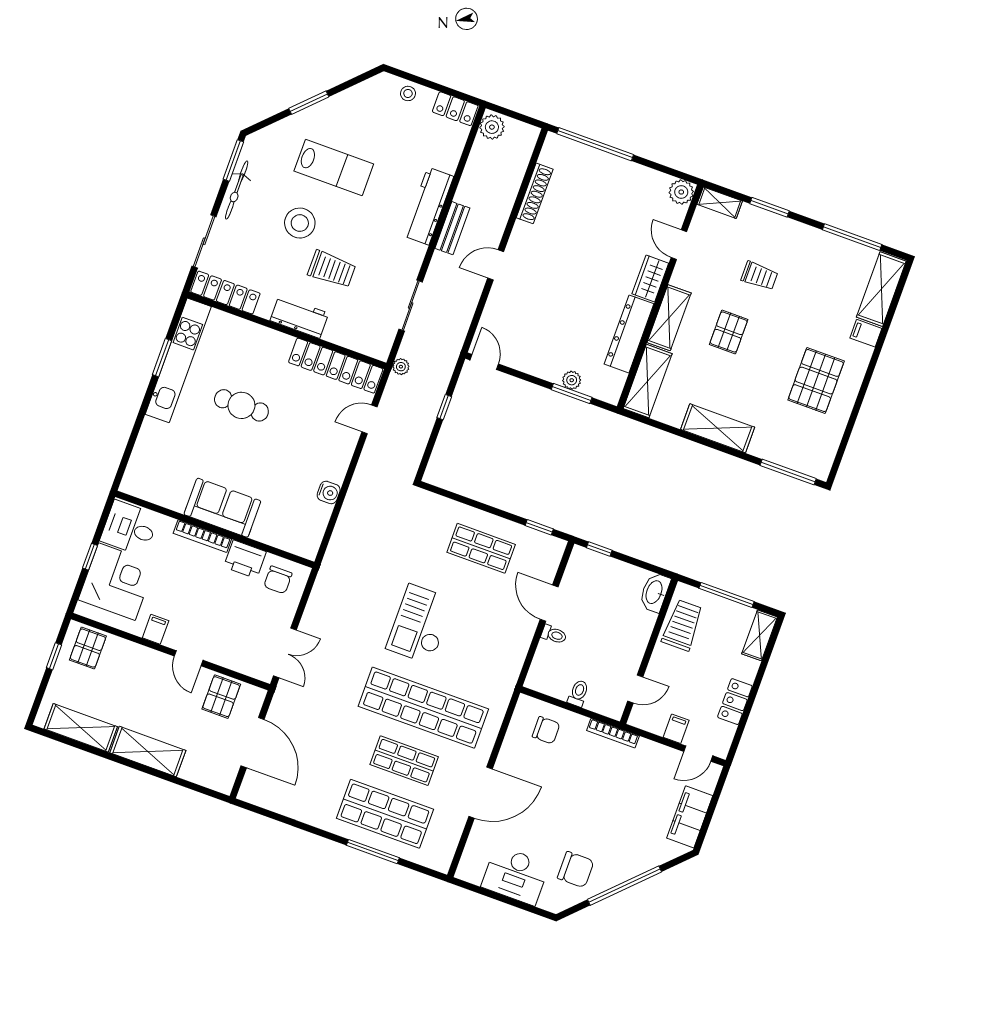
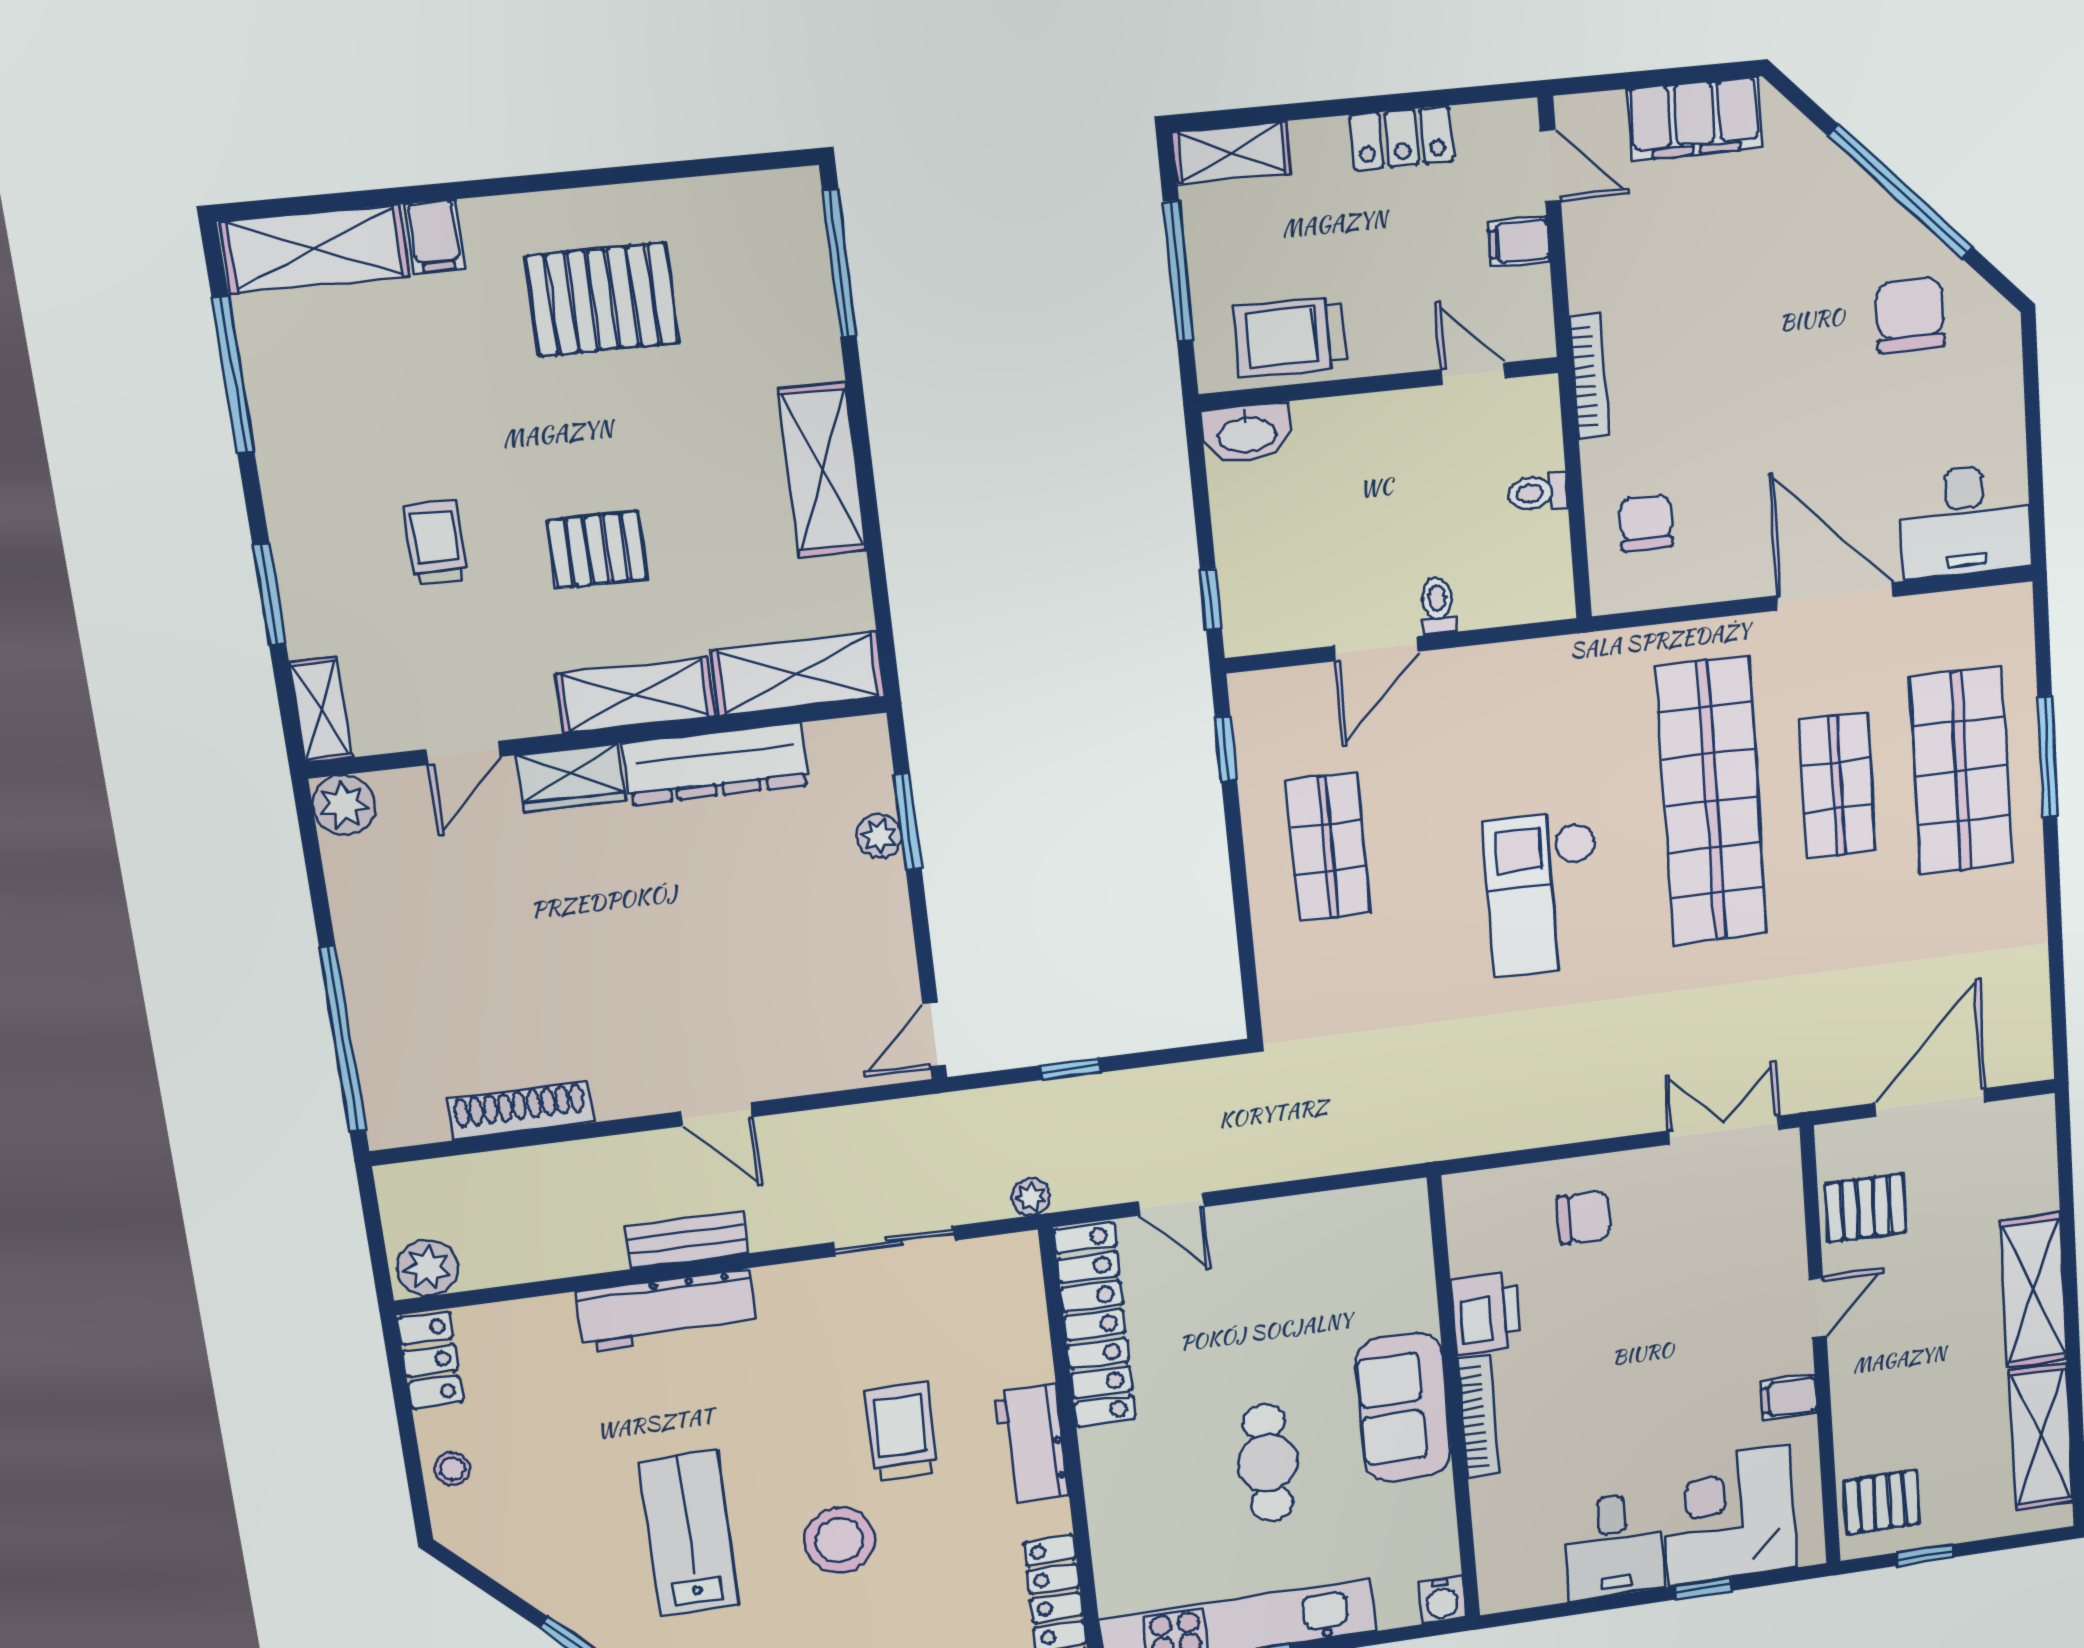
water cooler: (329, 492) -> (1442, 1600), moved, turned 180
sofa: (222, 508) -> (1403, 1407), moved
wall: (215, 529) -> (1454, 1400), moved
bookcase: (202, 536) -> (1479, 1416), moved
printer: (245, 559) -> (1486, 1313), moved
checkout: (420, 624) -> (1544, 893), turned 90
desk: (515, 875) -> (1965, 521), moved, turned 90

